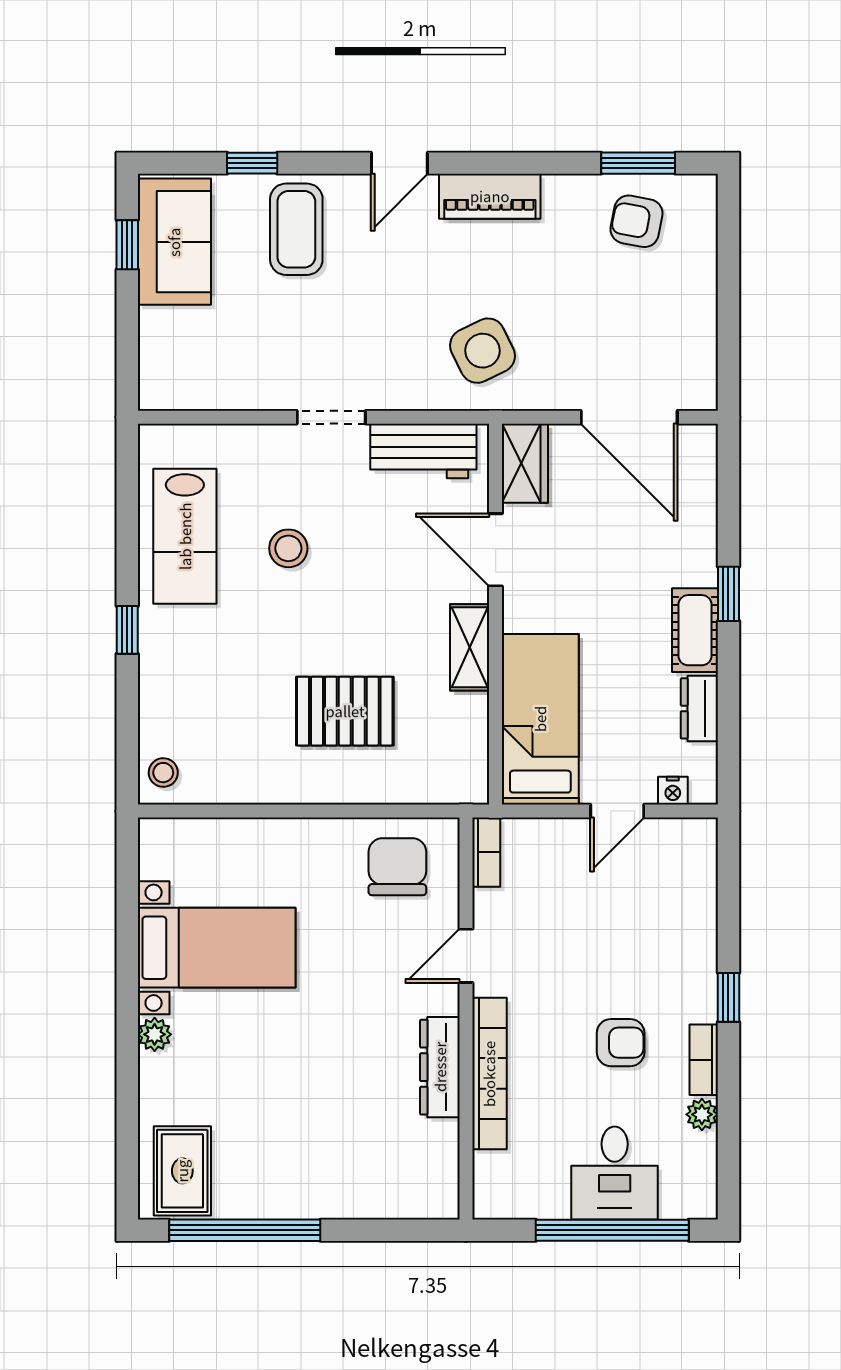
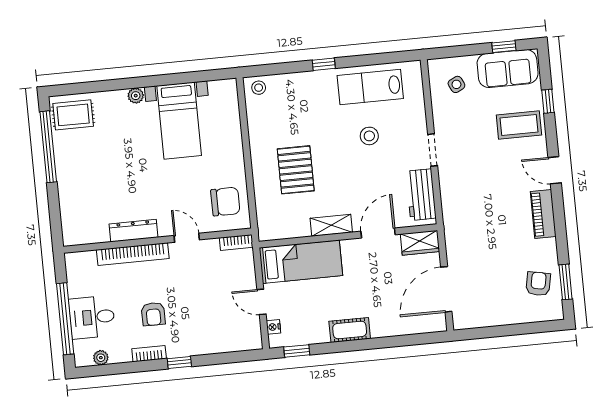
side table: (483, 351) -> (456, 84), moved, width x0.54, depth x0.54
window: (728, 594) -> (297, 351), moved
dresser: (699, 708) -> (313, 336), removed
plant: (702, 1114) -> (101, 358), moved

